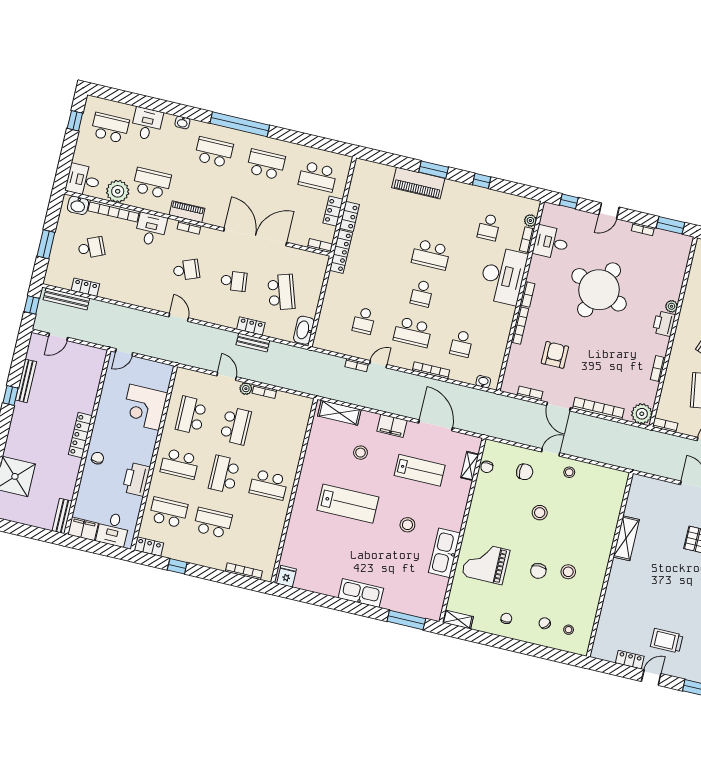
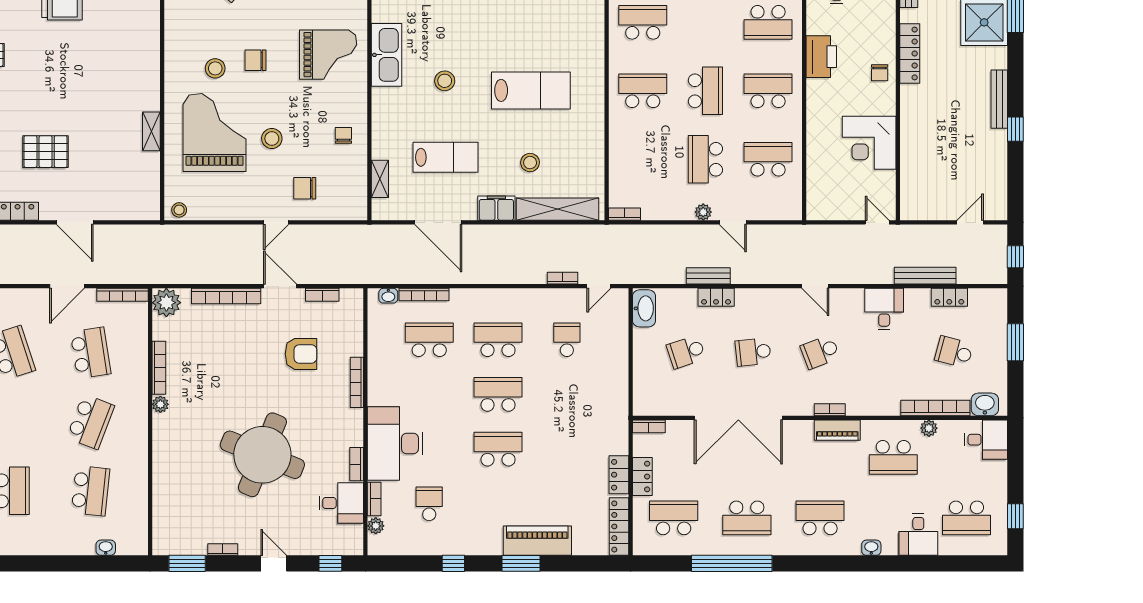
window: (240, 124) -> (732, 563), moved
school desk: (214, 152) -> (820, 518), turned 180
plant: (118, 191) -> (929, 428), width x0.53, depth x0.53
door: (609, 211) -> (274, 563), hinge flipped
desk: (151, 229) -> (884, 309), moved, turned 180
school desk: (91, 248) -> (954, 352), turned 39
locker: (341, 252) -> (619, 526), moved
school desk: (281, 292) -> (686, 352), width x0.54
school desk: (422, 293) -> (498, 394), width x1.85
bookcase: (527, 294) -> (357, 464), moved
bench: (66, 299) -> (925, 276), moved
plant: (672, 306) -> (160, 404), moved
printer: (664, 324) -> (165, 430), removed
school desk: (462, 344) -> (429, 340), width x1.85
door: (124, 352) -> (877, 222), hinge flipped
armchair: (555, 355) -> (301, 354), turned -90
door: (378, 364) -> (599, 286), moved
bookcase: (658, 369) -> (159, 368), width x1.56
bookcase: (431, 370) -> (424, 295), moved
bench: (26, 381) -> (999, 99), moved
bookcase: (264, 391) -> (624, 214), moved
corner desk: (144, 407) -> (869, 143), moved, turned 180
shelving: (339, 413) -> (558, 209), width x1.47
school desk: (191, 415) -> (768, 159), turned -90
bookcase: (665, 425) -> (122, 295), width x1.56
locker: (80, 435) -> (910, 53), moved
chair: (487, 467) -> (343, 135), moved
lab bench: (420, 470) -> (445, 157), turned 180
stool: (569, 472) -> (179, 210), moved
lab bench: (348, 504) -> (531, 90), turned 180
school desk: (213, 523) -> (643, 22), moved, turned 180
grand piano: (579, 526) -> (215, 133), added
shelving: (626, 538) -> (151, 131), width x0.67, depth x0.75
chair: (538, 571) -> (255, 60), turned -90

